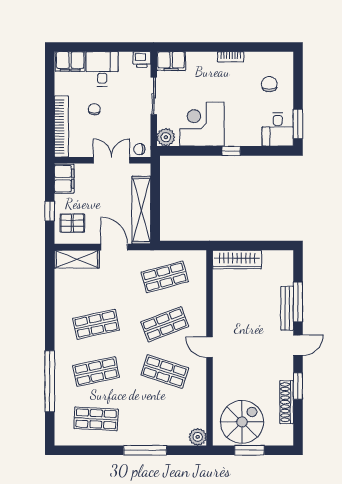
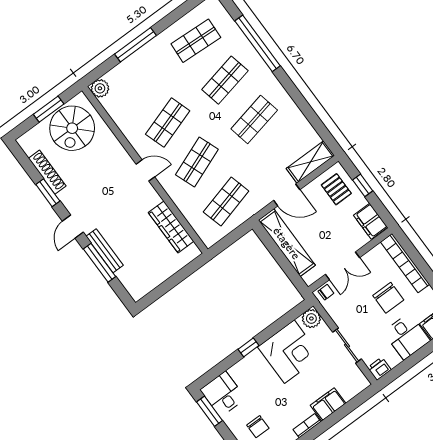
filing cabinet: (171, 61) -> (328, 404), moved
chair: (94, 109) -> (388, 298), width x1.87, depth x1.87
pallet: (72, 223) -> (336, 189), turned 90
wardrobe: (237, 260) -> (171, 227), moved, turned -90
shop shelf: (165, 372) -> (168, 123), turned -36

